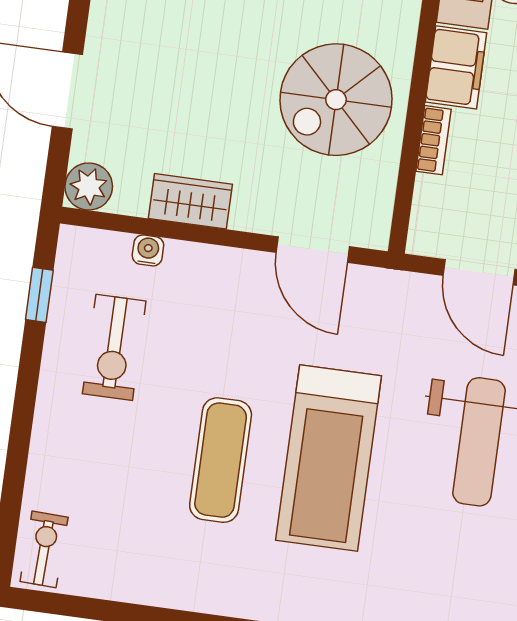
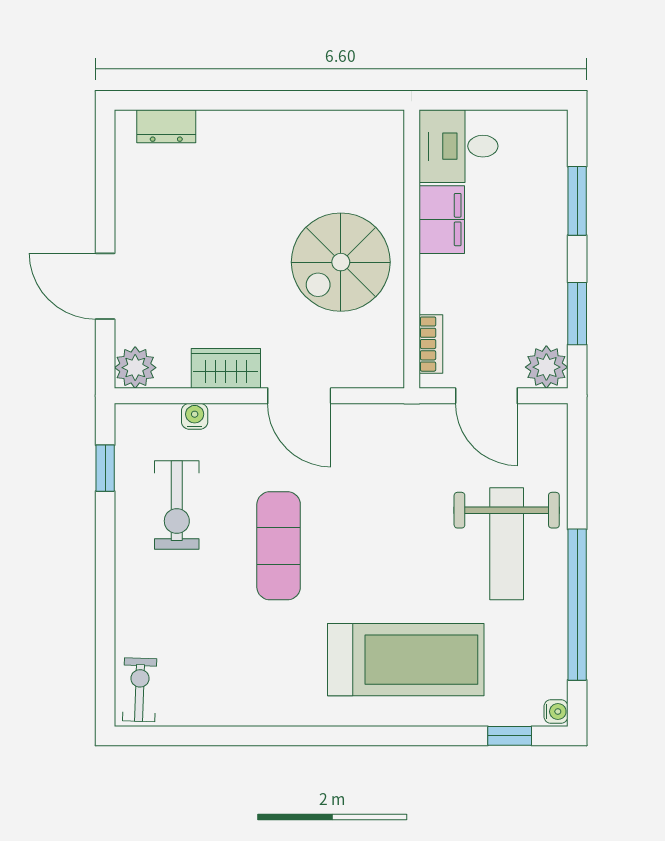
bookcase: (434, 140) -> (431, 344), moved
door: (313, 250) -> (299, 396), moved
treadmill: (329, 458) -> (406, 660), moved, turned -90
exercise mat: (221, 460) -> (279, 546), moved

